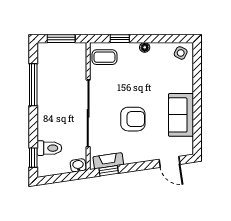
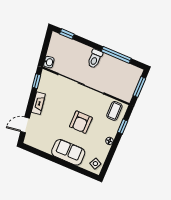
sofa: (181, 115) -> (68, 152), moved
armchair: (133, 119) -> (81, 122), moved
toilet: (49, 148) -> (95, 59), moved
fireplace: (108, 161) -> (38, 103), moved

